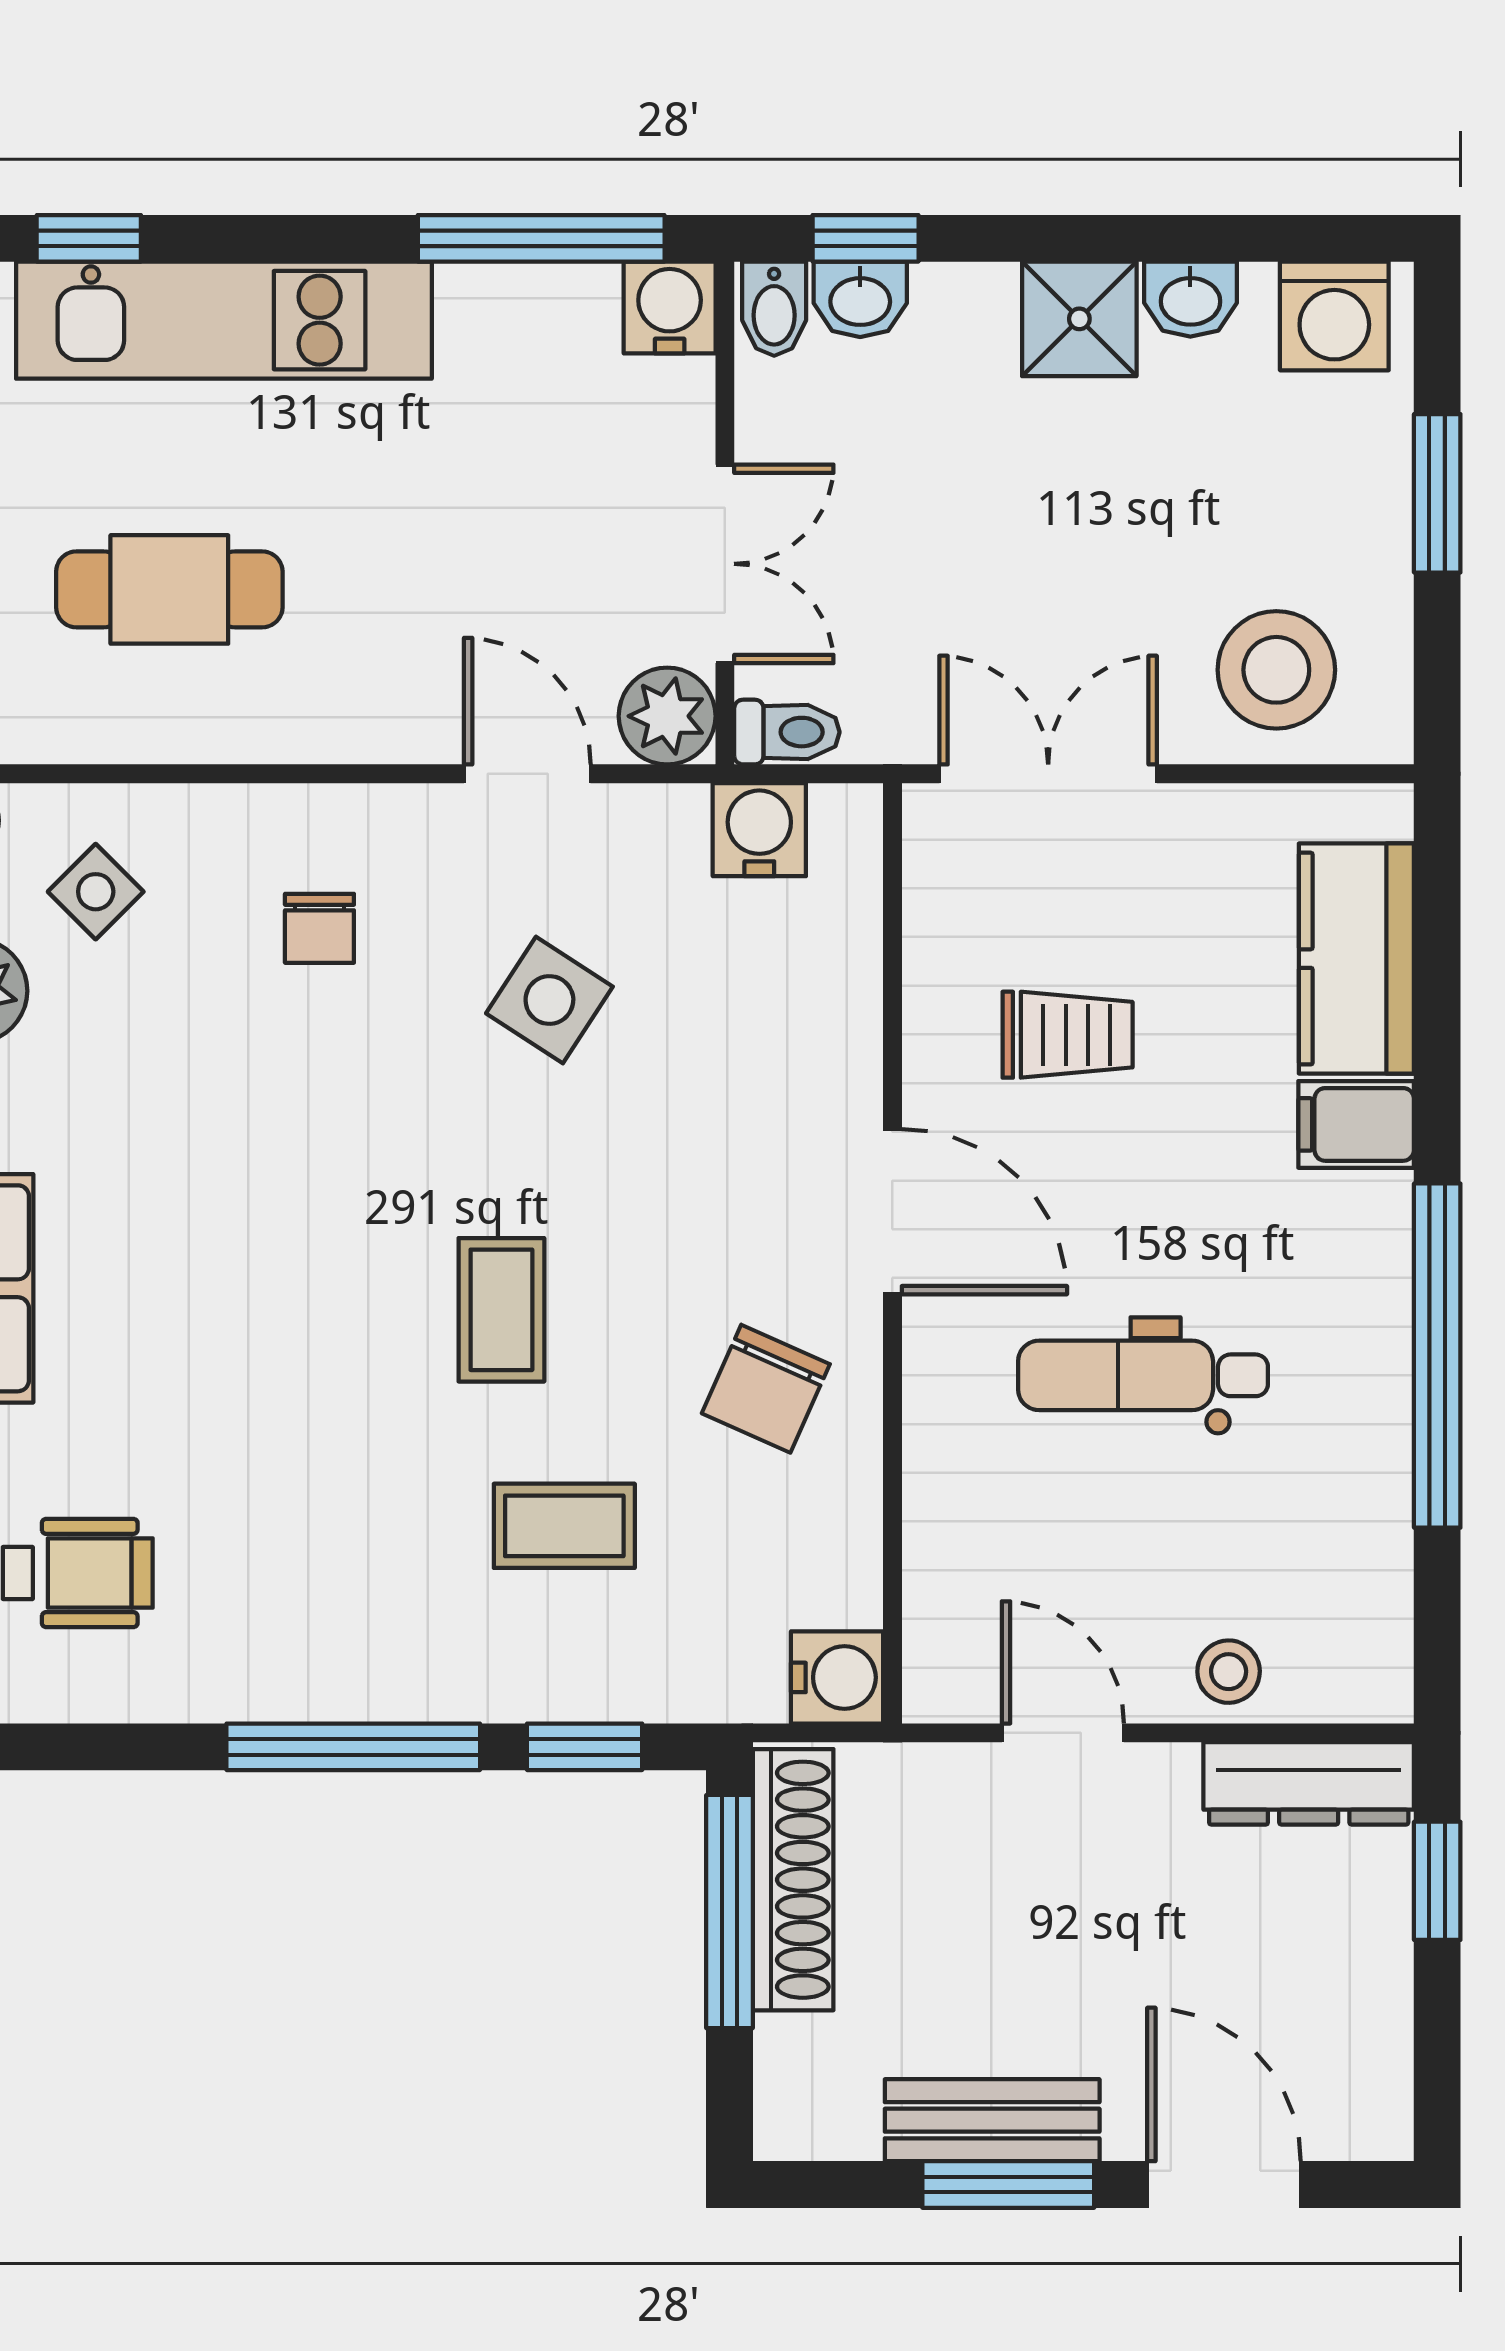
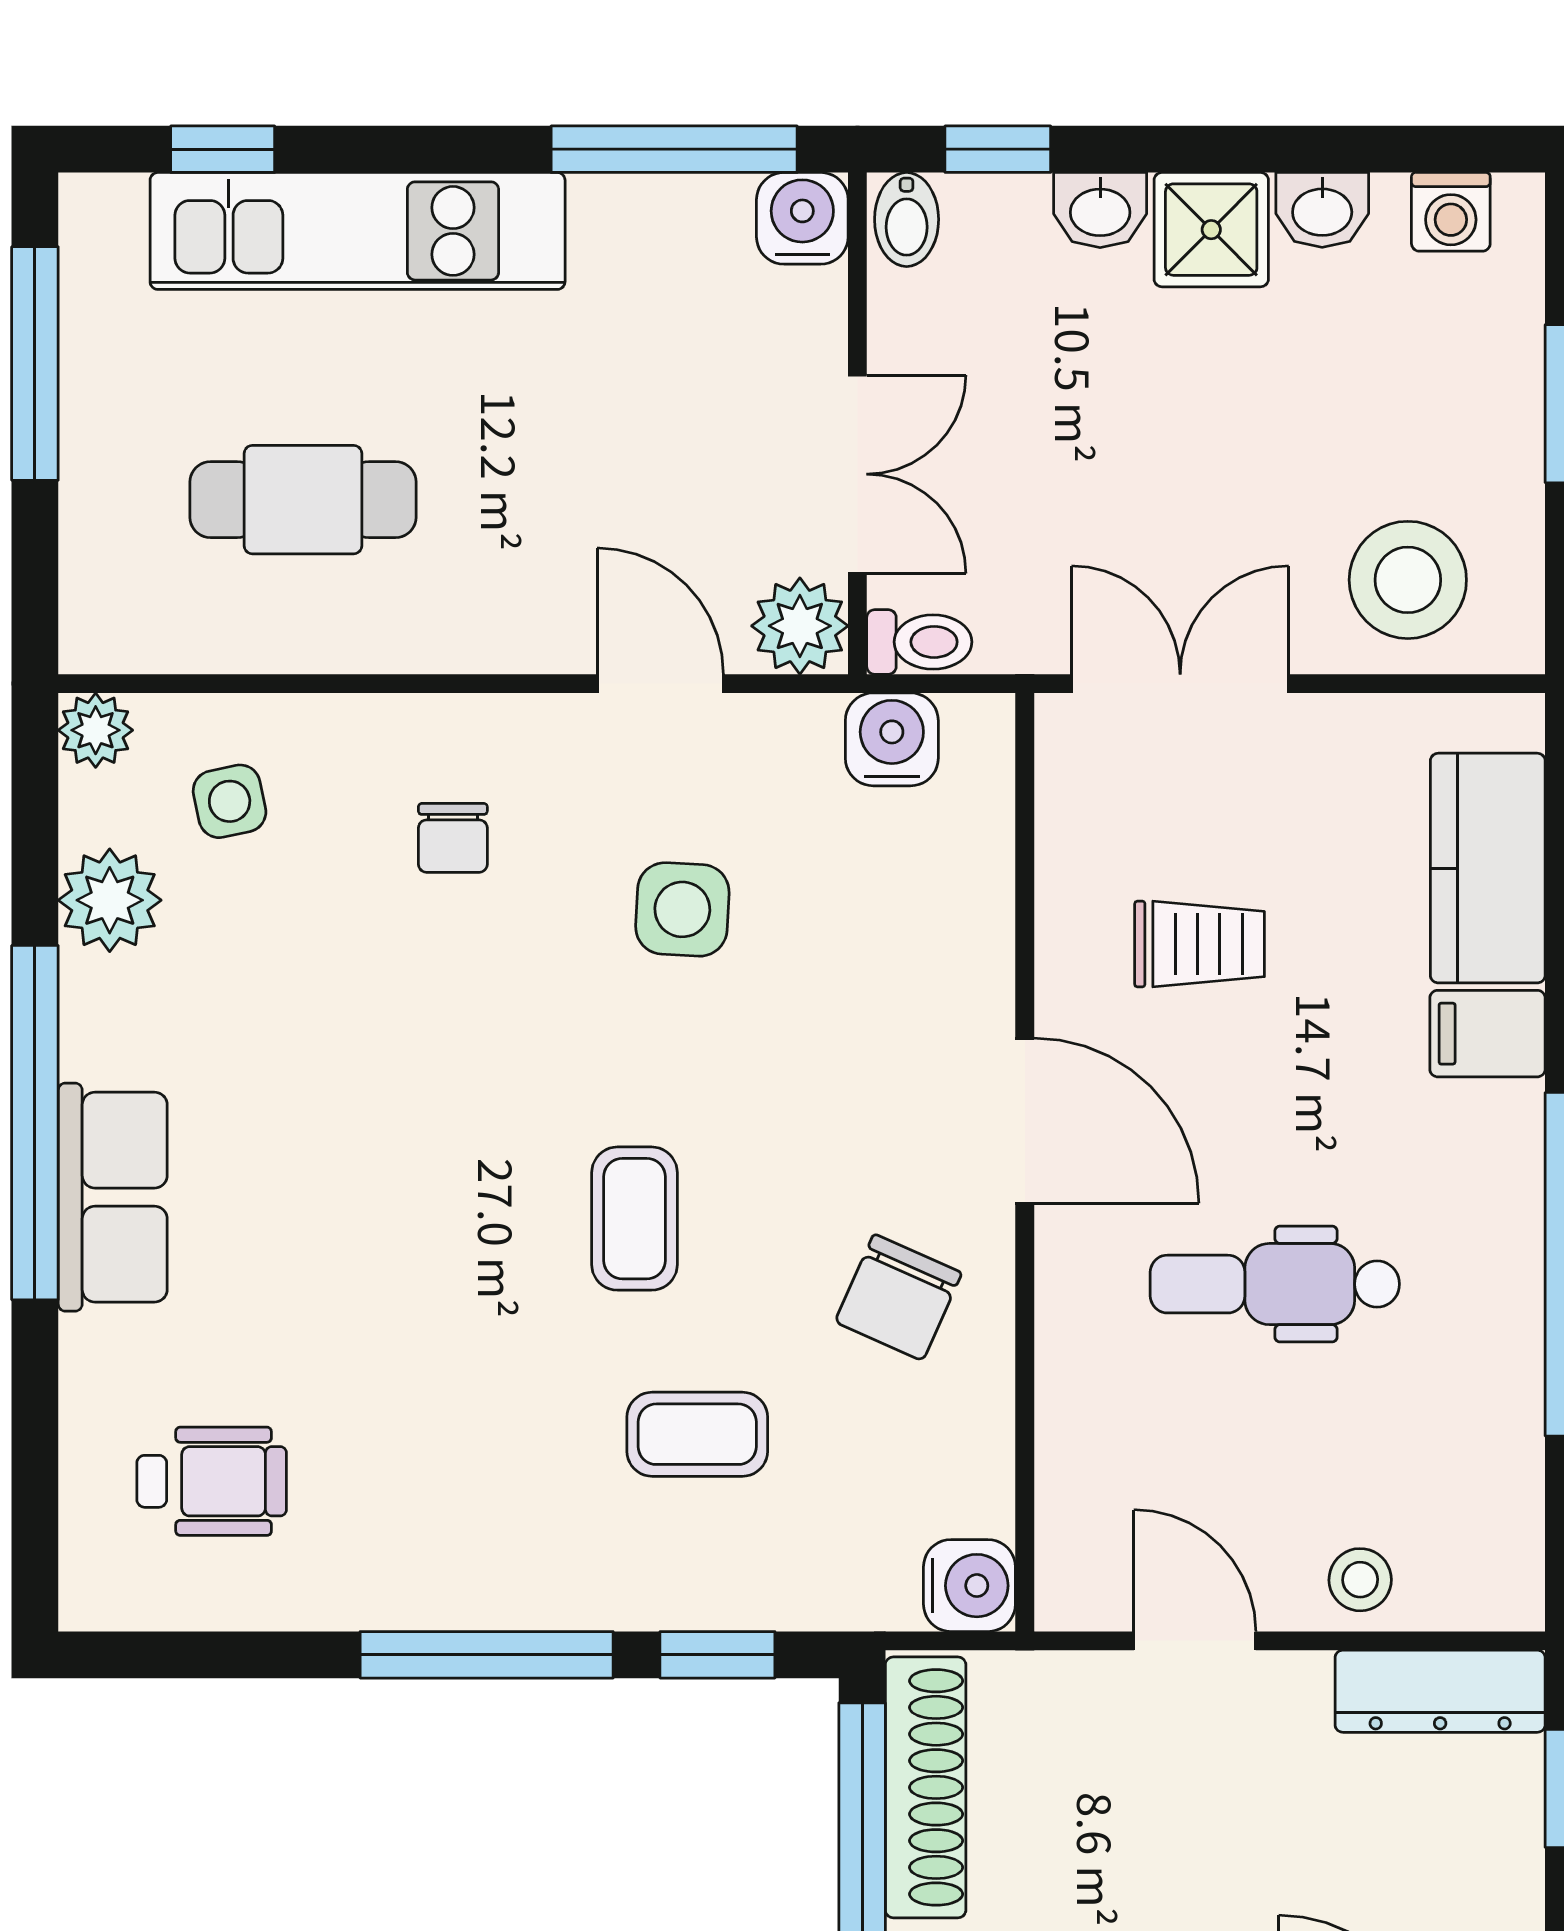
washbasin: (860, 299) -> (1100, 210), moved
washing machine: (1334, 316) -> (1451, 212), width x0.73, depth x0.73
side table: (96, 892) -> (230, 801), turned 33
side table: (549, 1000) -> (682, 909), turned -30

